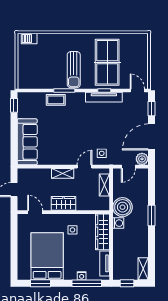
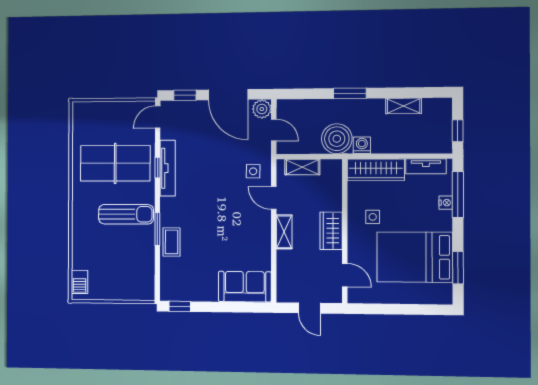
sofa: (27, 142) -> (245, 287), width x0.73
door: (35, 212) -> (345, 275), swing flipped
shelving: (143, 269) -> (404, 106), moved

